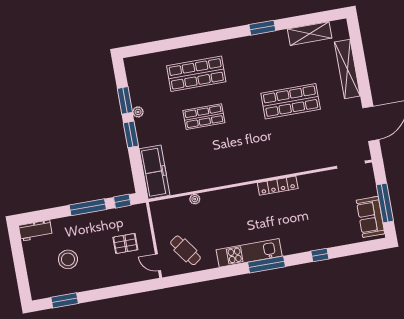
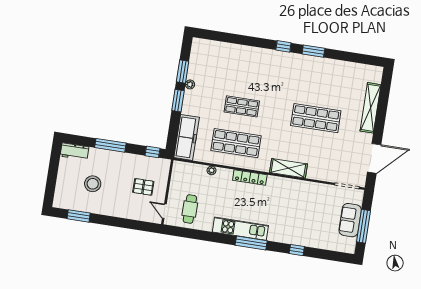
window: (227, 34) -> (283, 46), added
shelving: (310, 34) -> (288, 168), moved
shop shelf: (196, 74) -> (236, 143), moved
locker: (278, 186) -> (250, 178), moved
window: (88, 207) -> (110, 145), moved
sofa: (370, 217) -> (350, 220), moved
cafe table: (185, 250) -> (190, 209), turned 36

